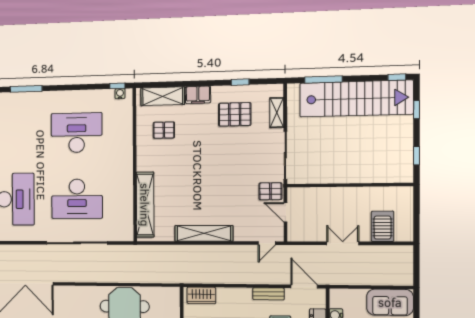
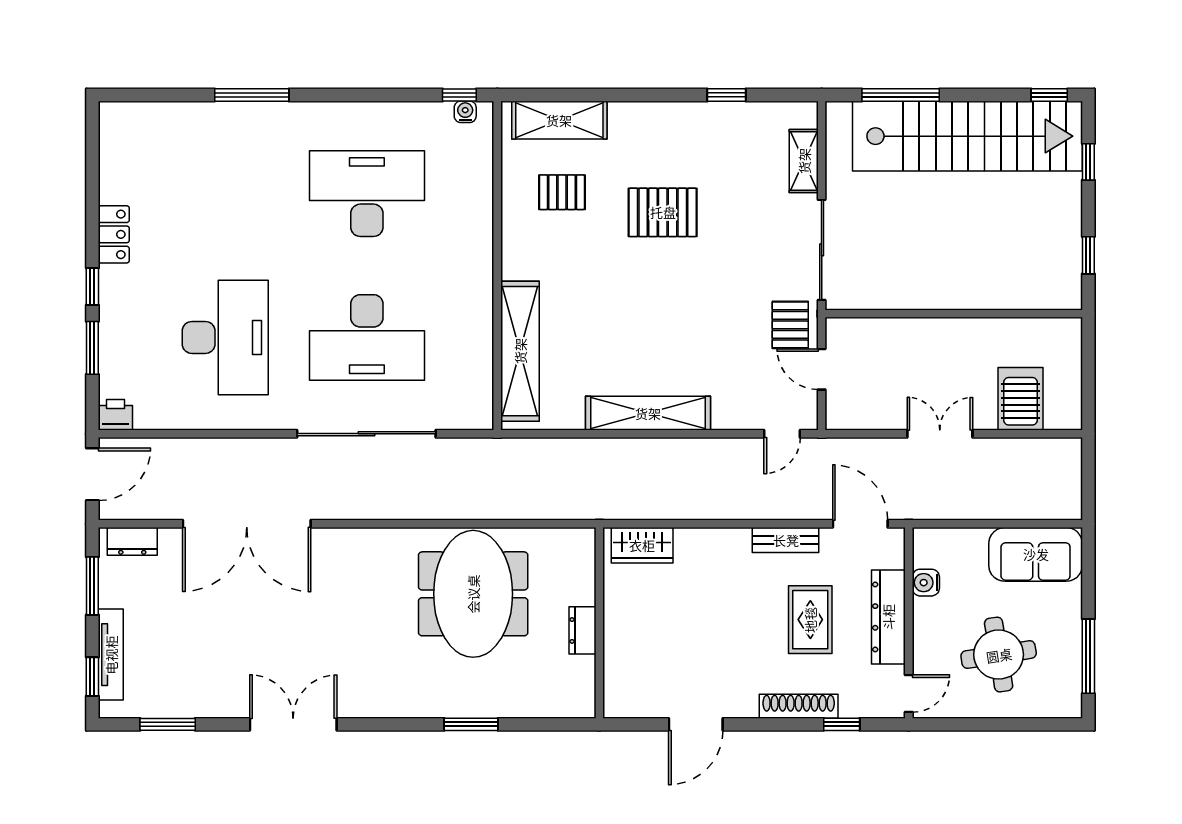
filing cabinet: (198, 95) -> (636, 119), removed
pallet: (235, 114) -> (663, 212), moved
pallet: (270, 191) -> (790, 325), turned 90

